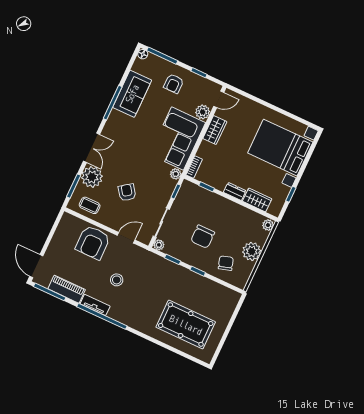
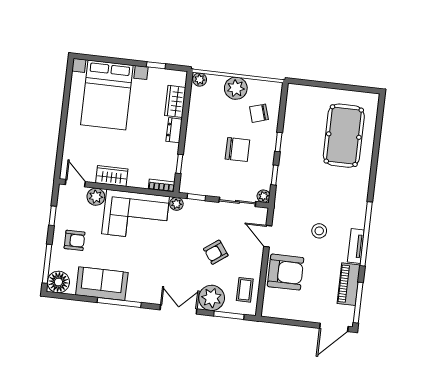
floor lamp: (143, 54) -> (58, 282), width x1.89, depth x1.89

